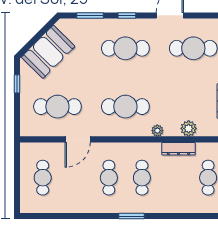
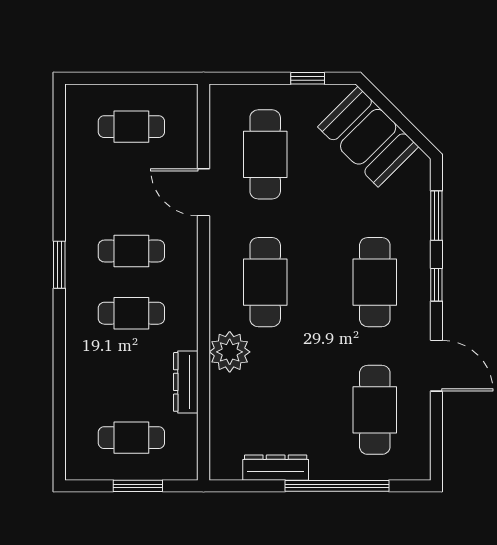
plant: (189, 128) -> (224, 401), removed
plant: (157, 131) -> (230, 352), width x1.88, depth x1.88
window: (131, 216) -> (59, 265), moved

